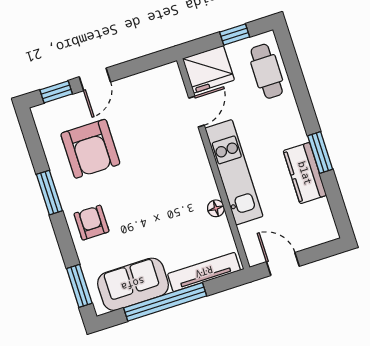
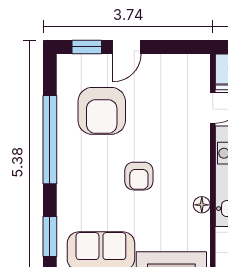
window: (49, 193) -> (50, 140), width x2.11
armchair: (91, 223) -> (139, 176), moved, turned 180

